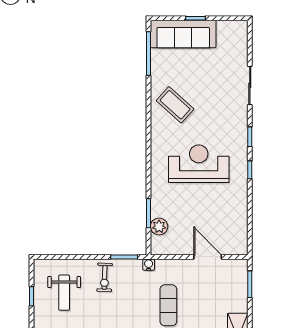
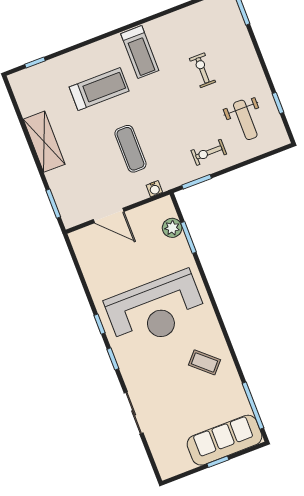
coffee table: (175, 105) -> (204, 362), width x0.73, depth x0.77
reception desk: (199, 164) -> (156, 310), width x1.36, depth x1.30
water cooler: (149, 265) -> (154, 189), moved
exercise bike: (105, 277) -> (209, 152), turned -92
weight bench: (64, 293) -> (245, 120), turned 180

